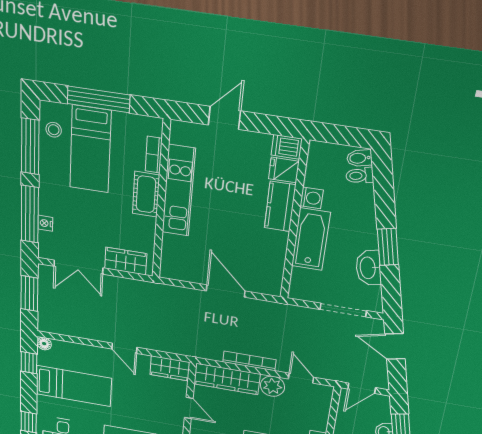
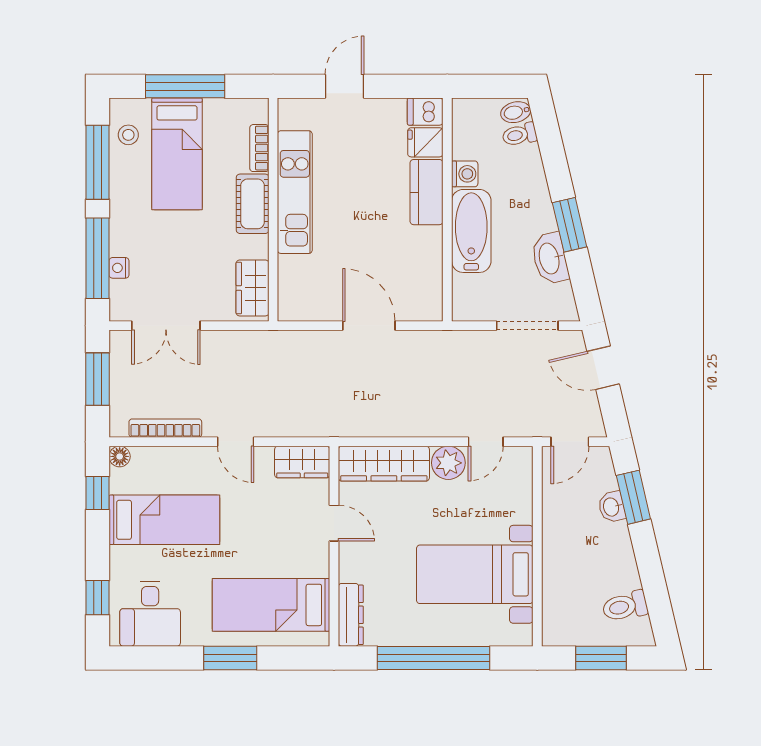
wardrobe: (126, 261) -> (253, 288), moved, turned -90
bookcase: (249, 361) -> (165, 428), moved
door: (301, 378) -> (486, 442), swing flipped

